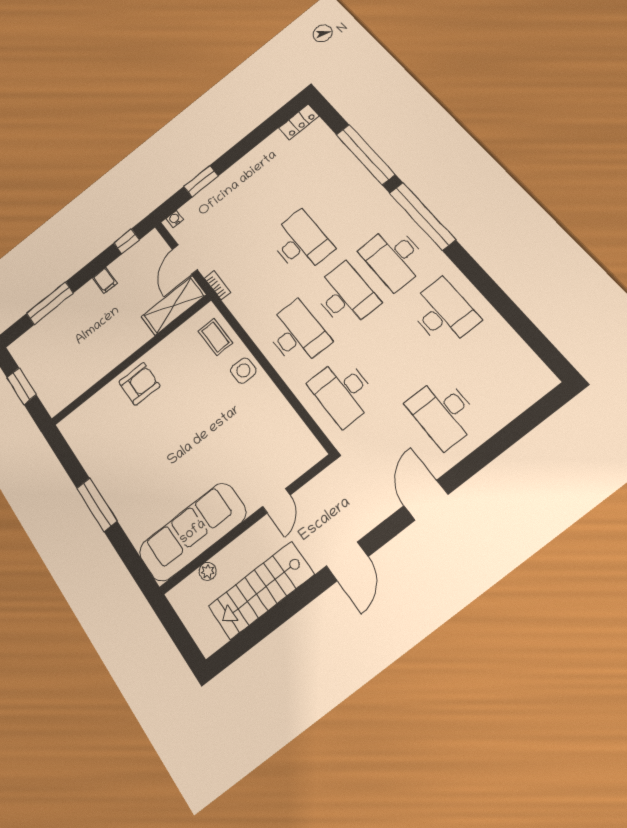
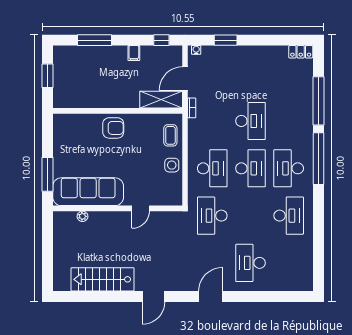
door: (276, 501) -> (141, 208), moved
wall: (246, 524) -> (118, 208), moved
sofa: (193, 532) -> (88, 192), moved
plant: (208, 571) -> (82, 216), moved

